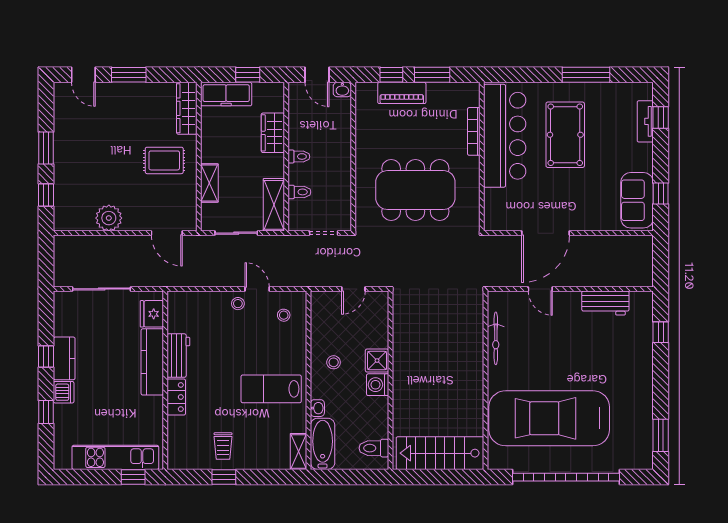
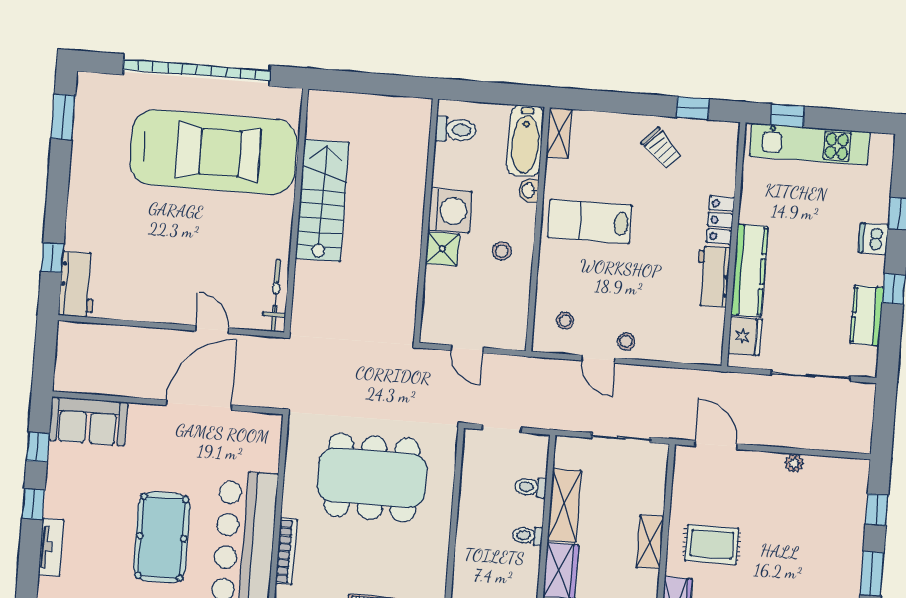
window: (661, 117) -> (33, 504), moved
shelving: (209, 183) -> (650, 542), moved
sofa: (637, 200) -> (88, 421), moved, turned 90
shelving: (274, 205) -> (564, 505), moved
plant: (109, 218) -> (794, 463), width x0.53, depth x0.53
door: (353, 289) -> (467, 349), swing flipped
workbench: (605, 303) -> (77, 284), moved, turned 90
bicycle: (496, 338) -> (276, 295), moved
kitchen counter: (64, 358) -> (867, 315), moved
washing machine: (378, 385) -> (450, 211), width x1.37, depth x1.37
lab bench: (271, 389) -> (590, 221), turned 180
trolley: (223, 446) -> (662, 148), turned 134
stairs: (440, 453) -> (322, 200), moved, turned -90
window: (224, 477) -> (693, 108), moved

